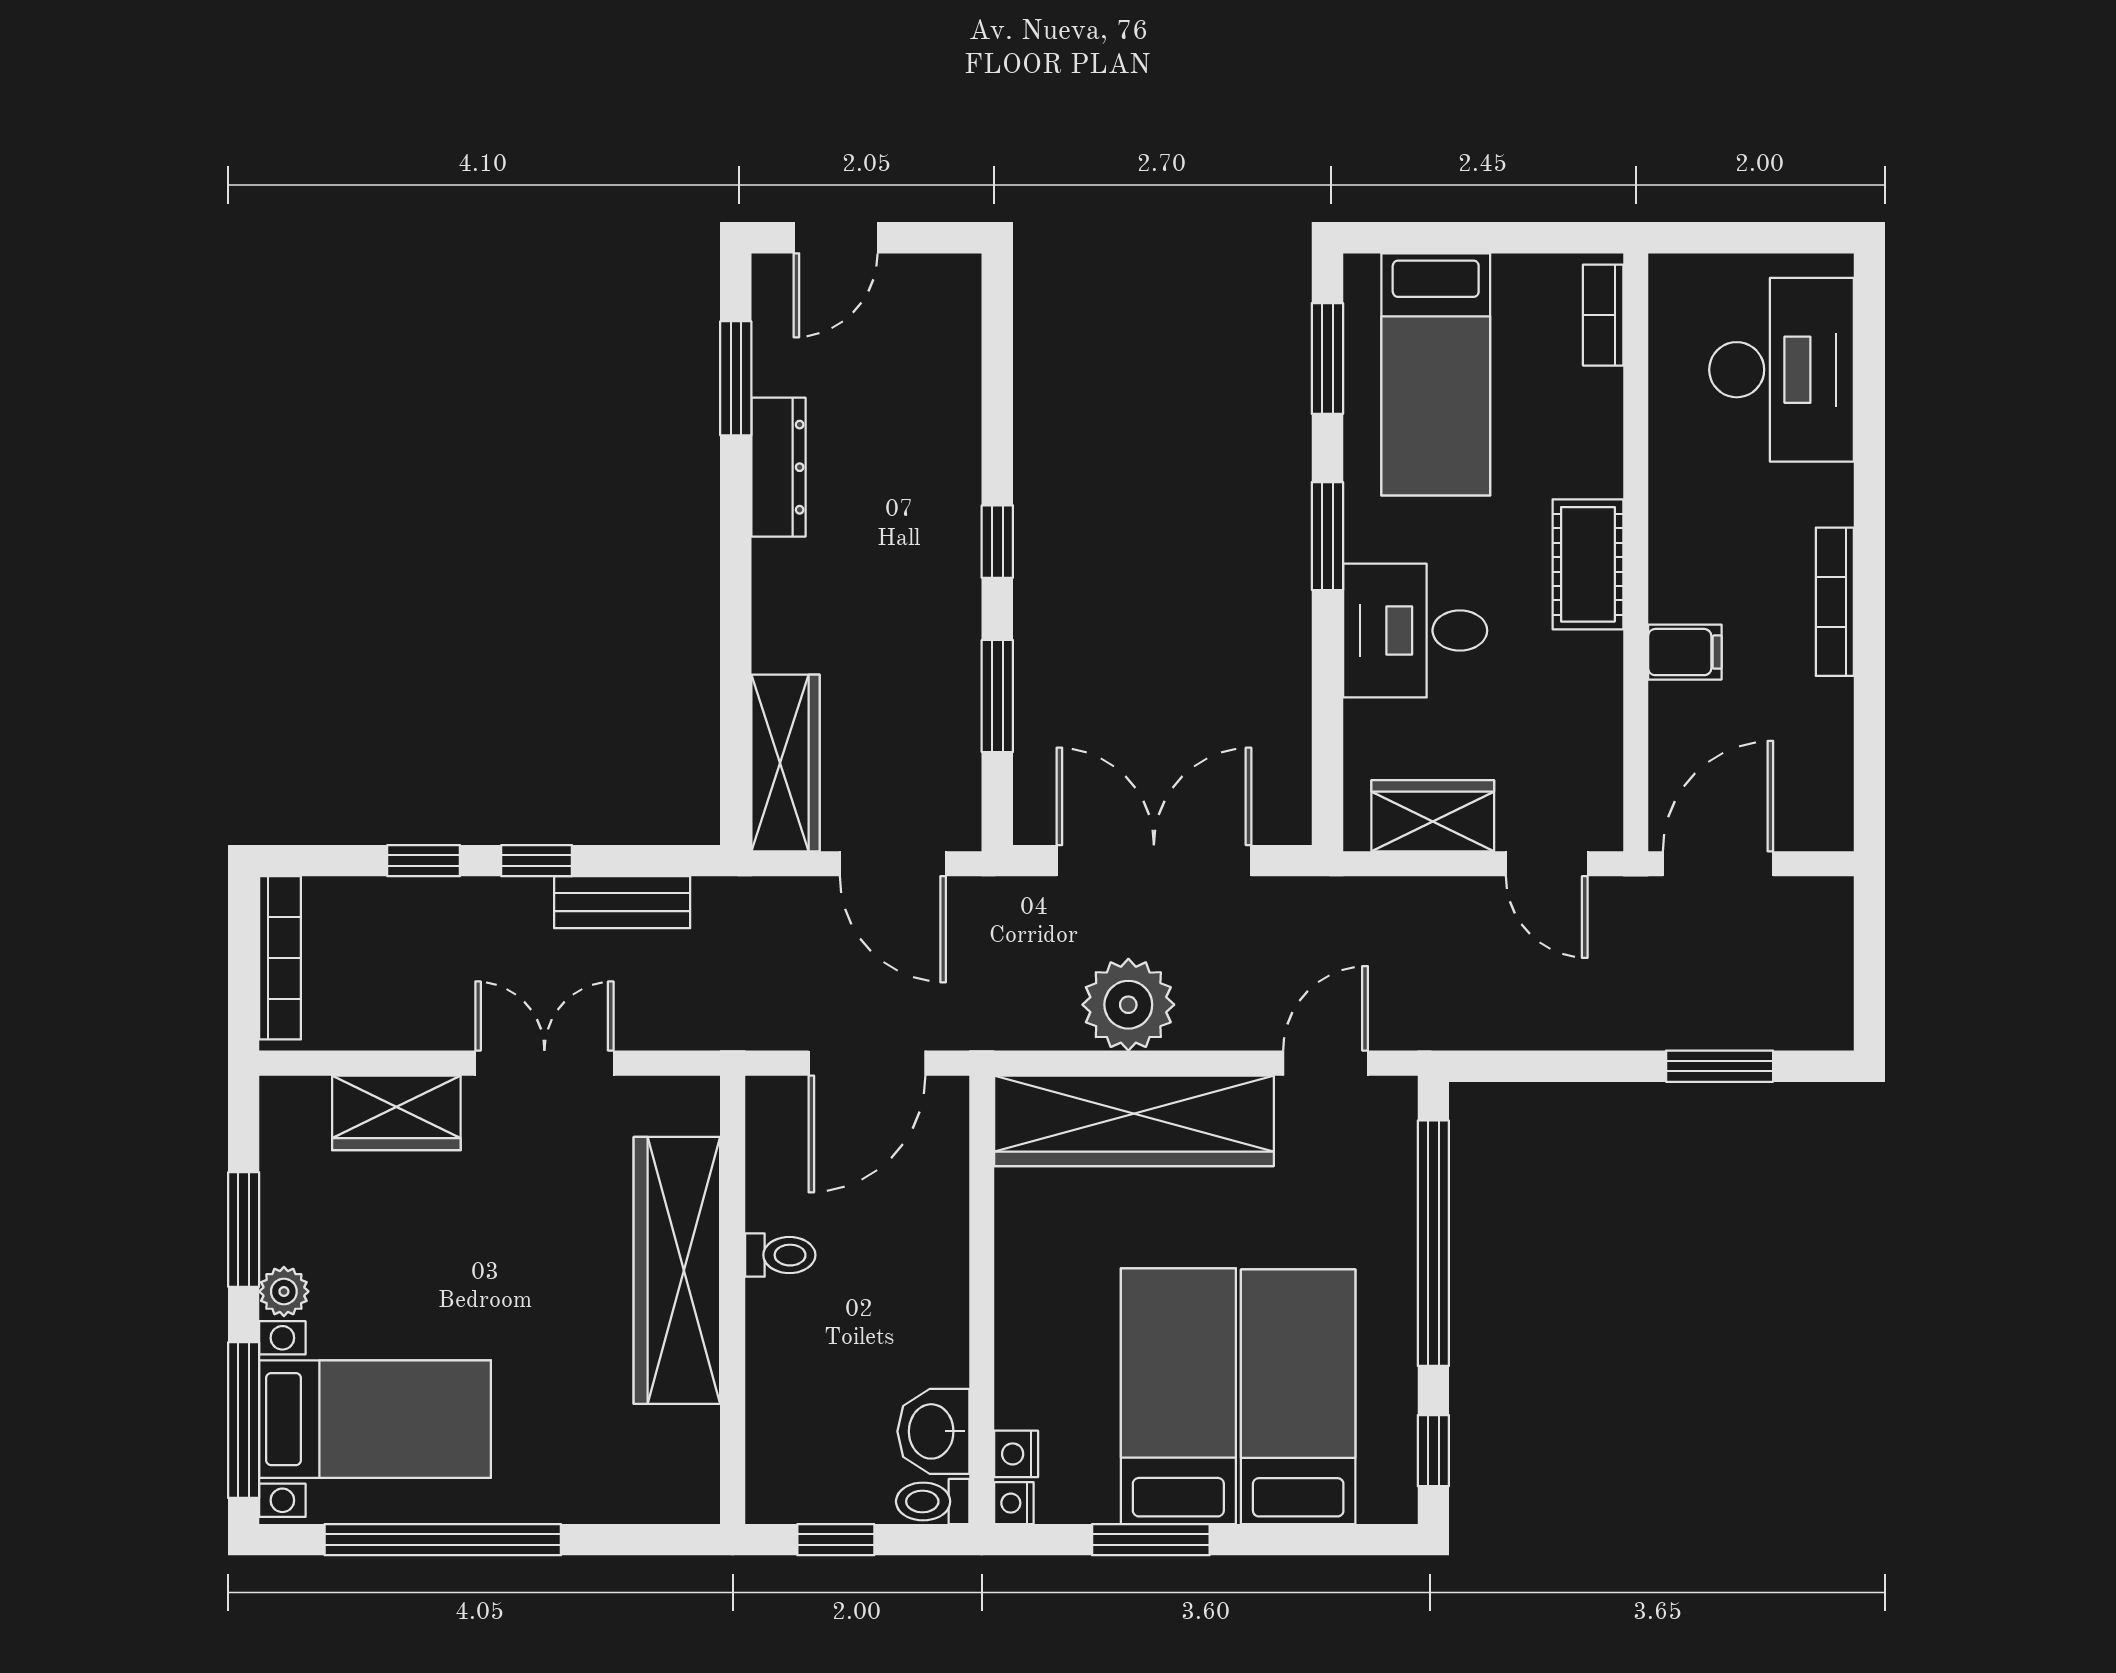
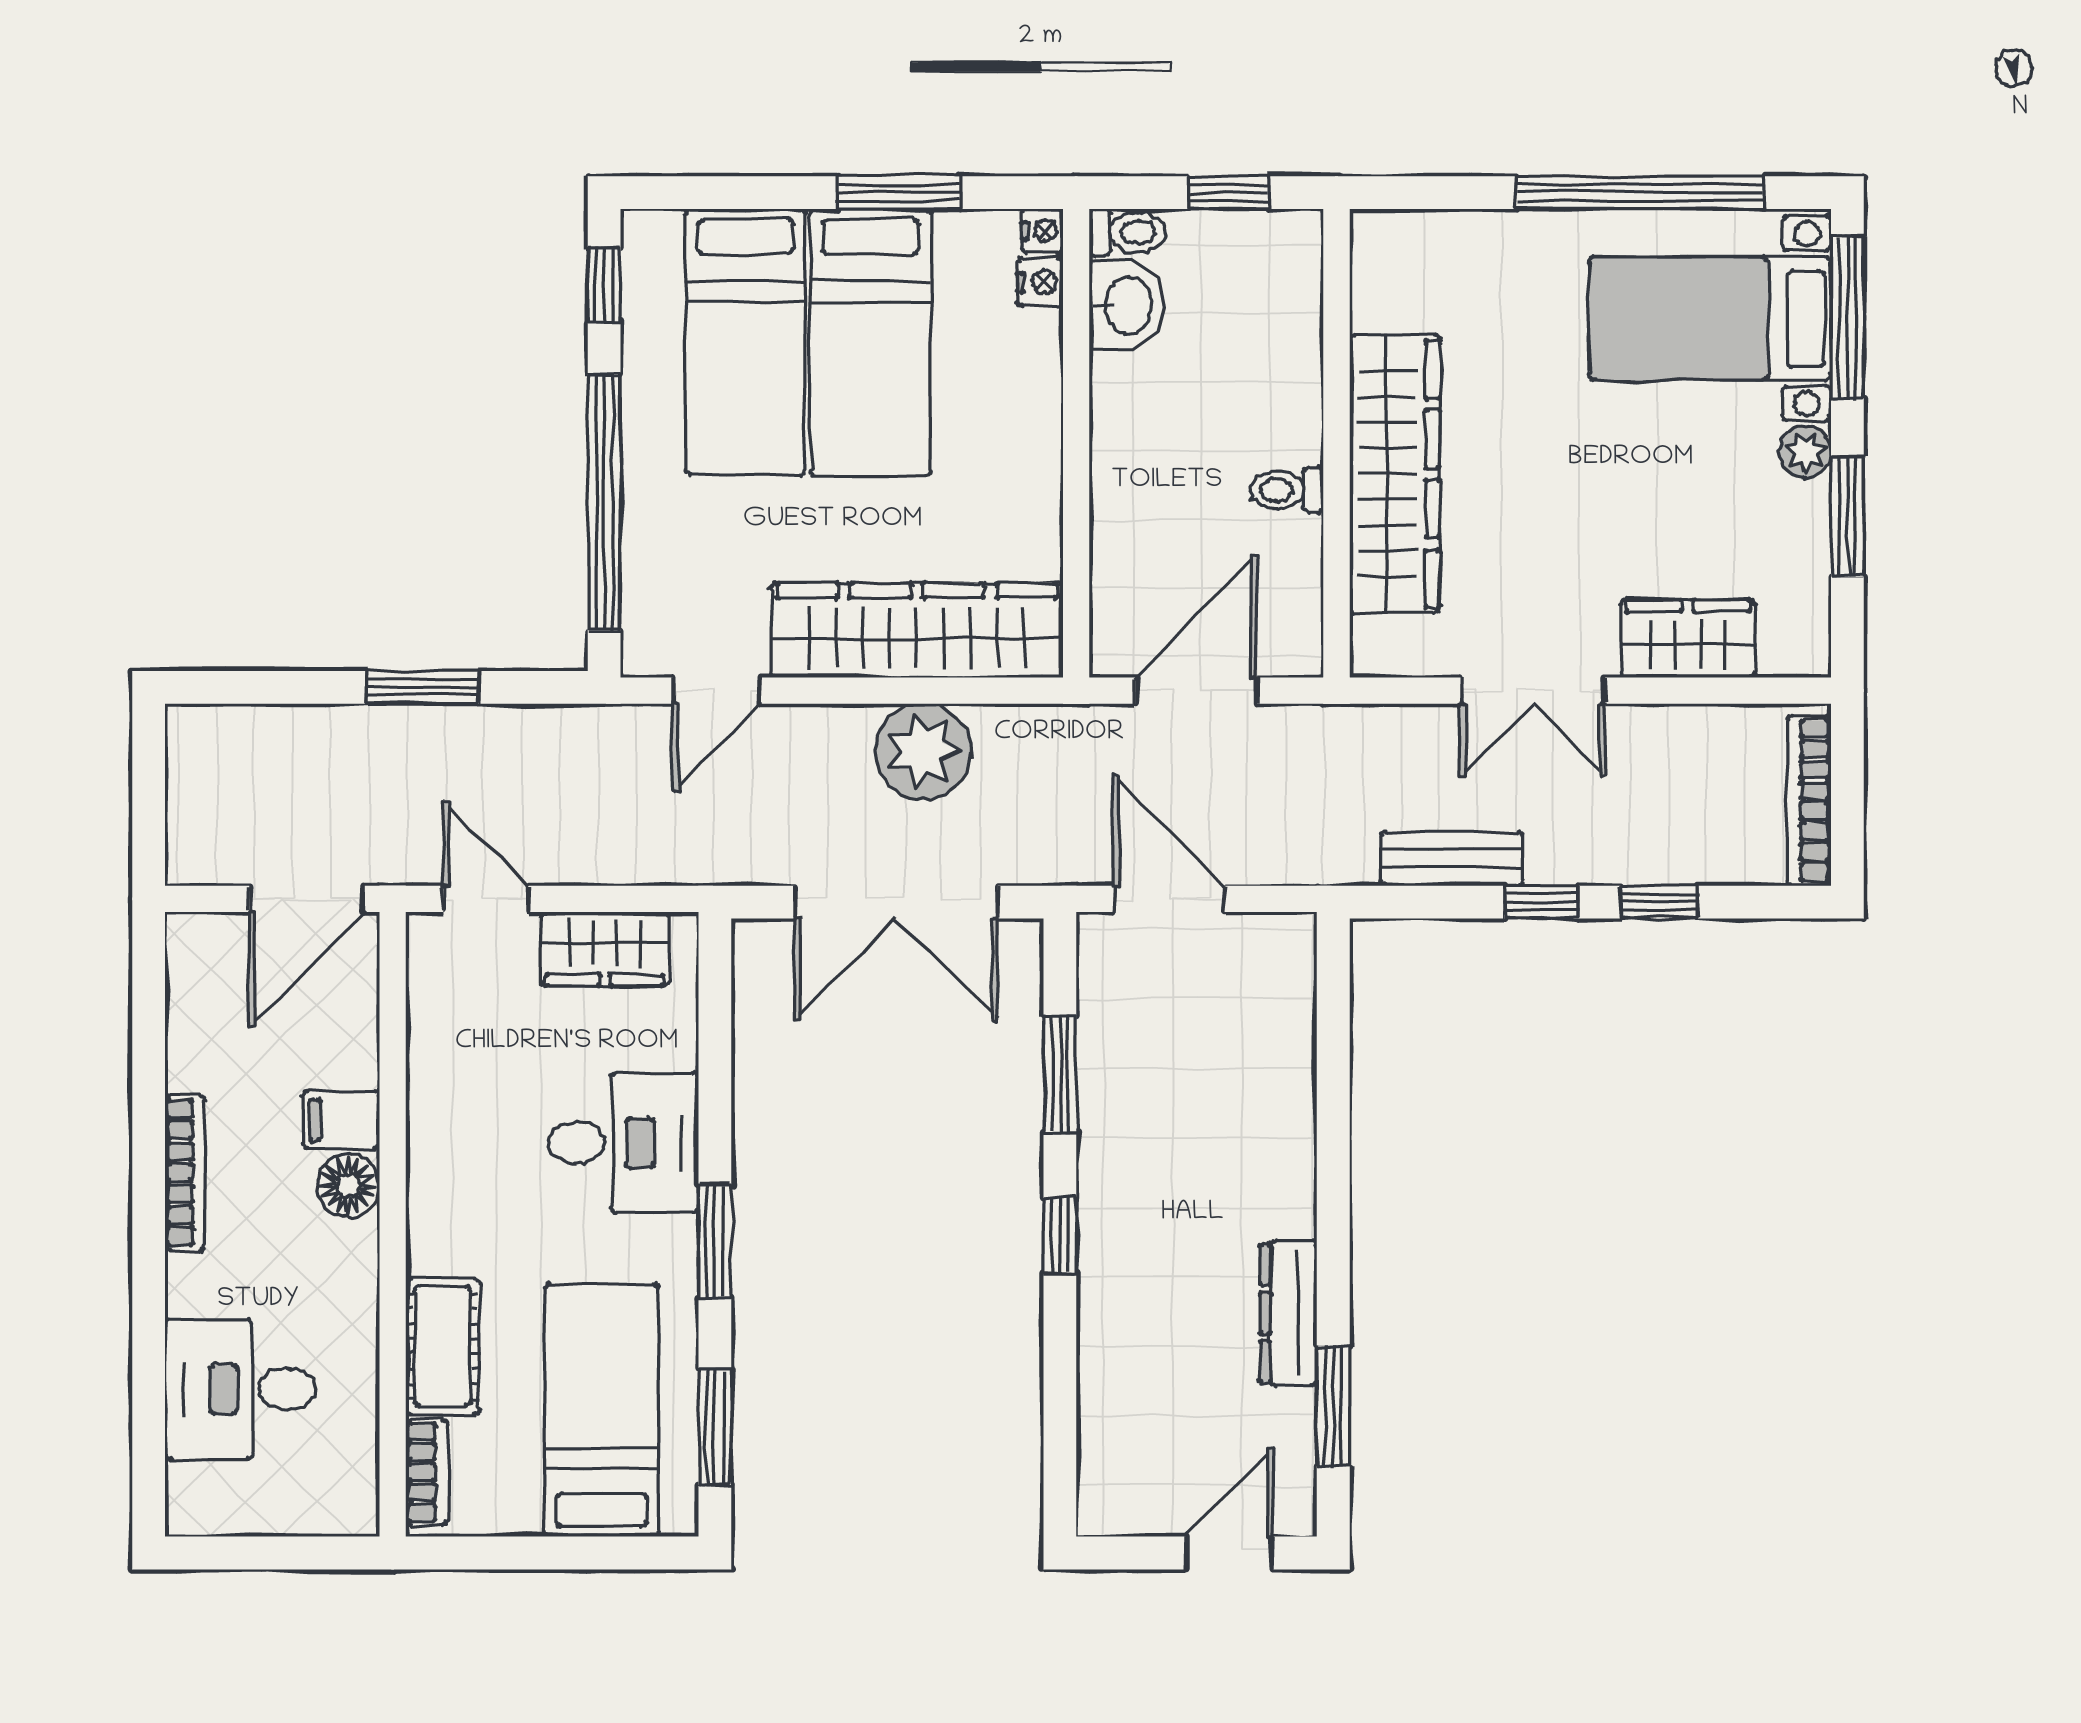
desk: (1781, 370) -> (240, 1389), width x0.73
cot: (1588, 564) -> (443, 1346), moved
floor lamp: (1678, 589) -> (348, 1185), added
wardrobe: (785, 763) -> (1281, 1004), removed
window: (1720, 1066) -> (423, 687), moved

